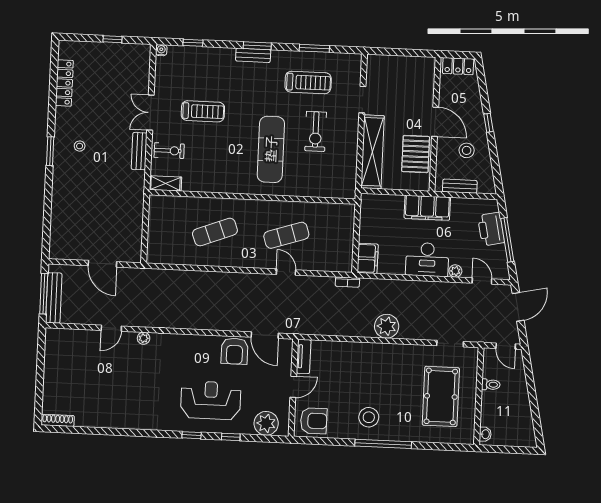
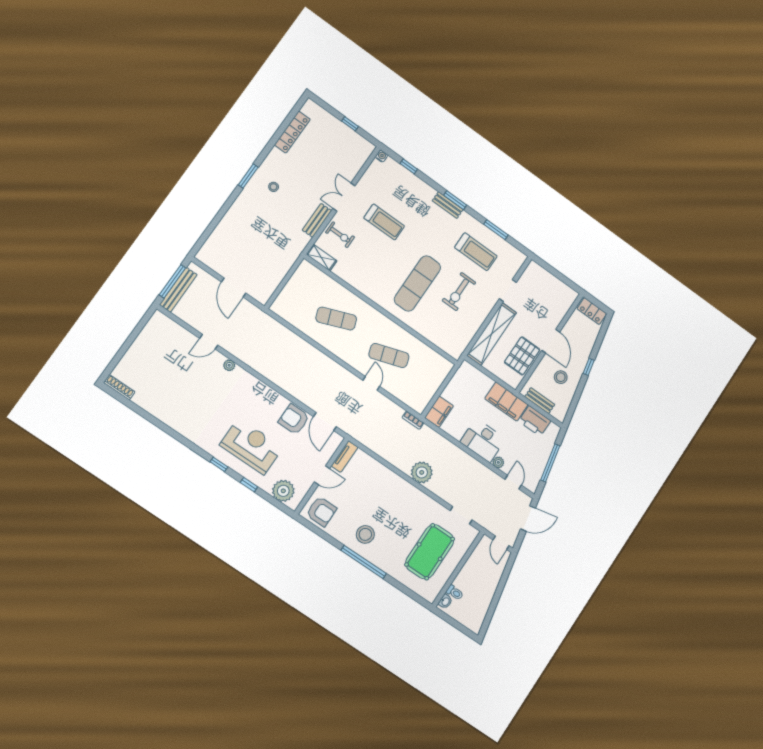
printer: (491, 229) -> (535, 421), moved, turned -78
armchair: (235, 351) -> (294, 419), turned 90
toilet: (491, 385) -> (455, 592), moved

